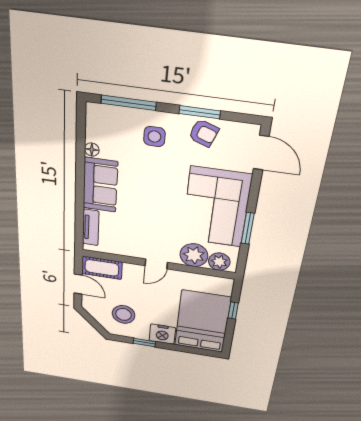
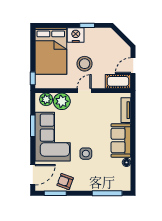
window: (200, 112) -> (55, 193), moved
side table: (154, 137) -> (86, 154), moved
door: (261, 153) -> (33, 175), swing flipped
door: (78, 284) -> (133, 66), hinge flipped
window: (233, 311) -> (33, 78), moved
stool: (124, 314) -> (85, 64), moved

